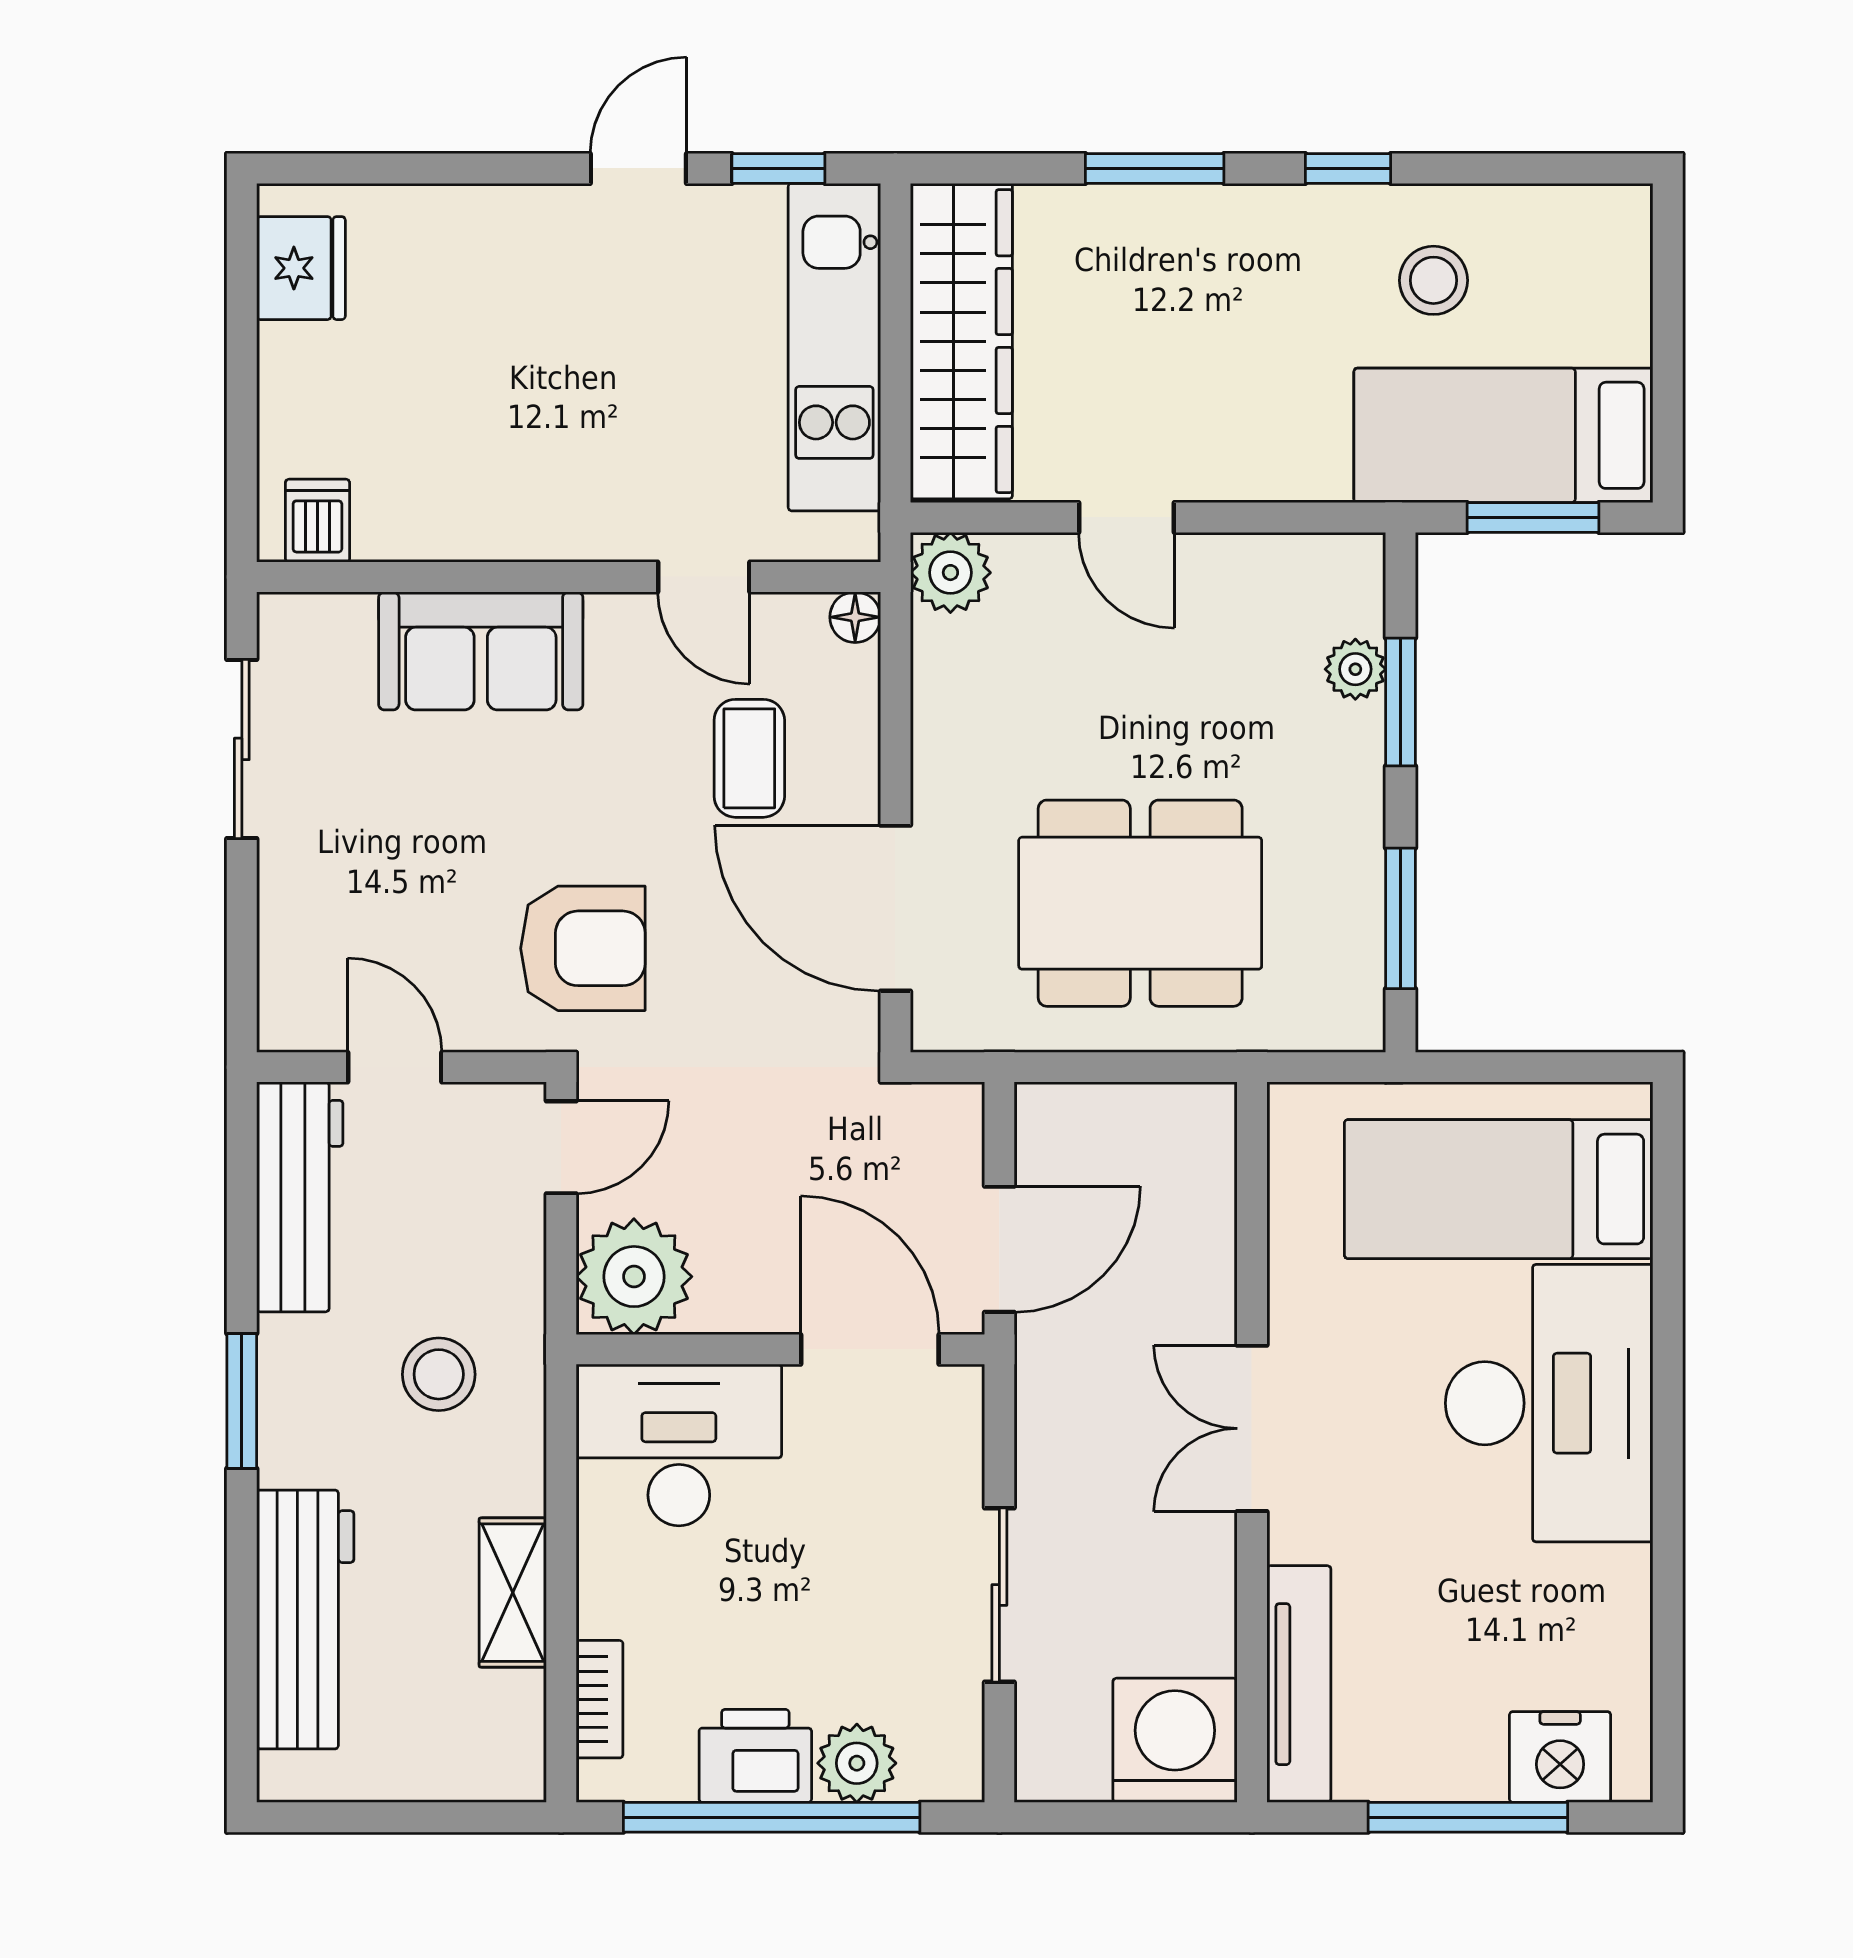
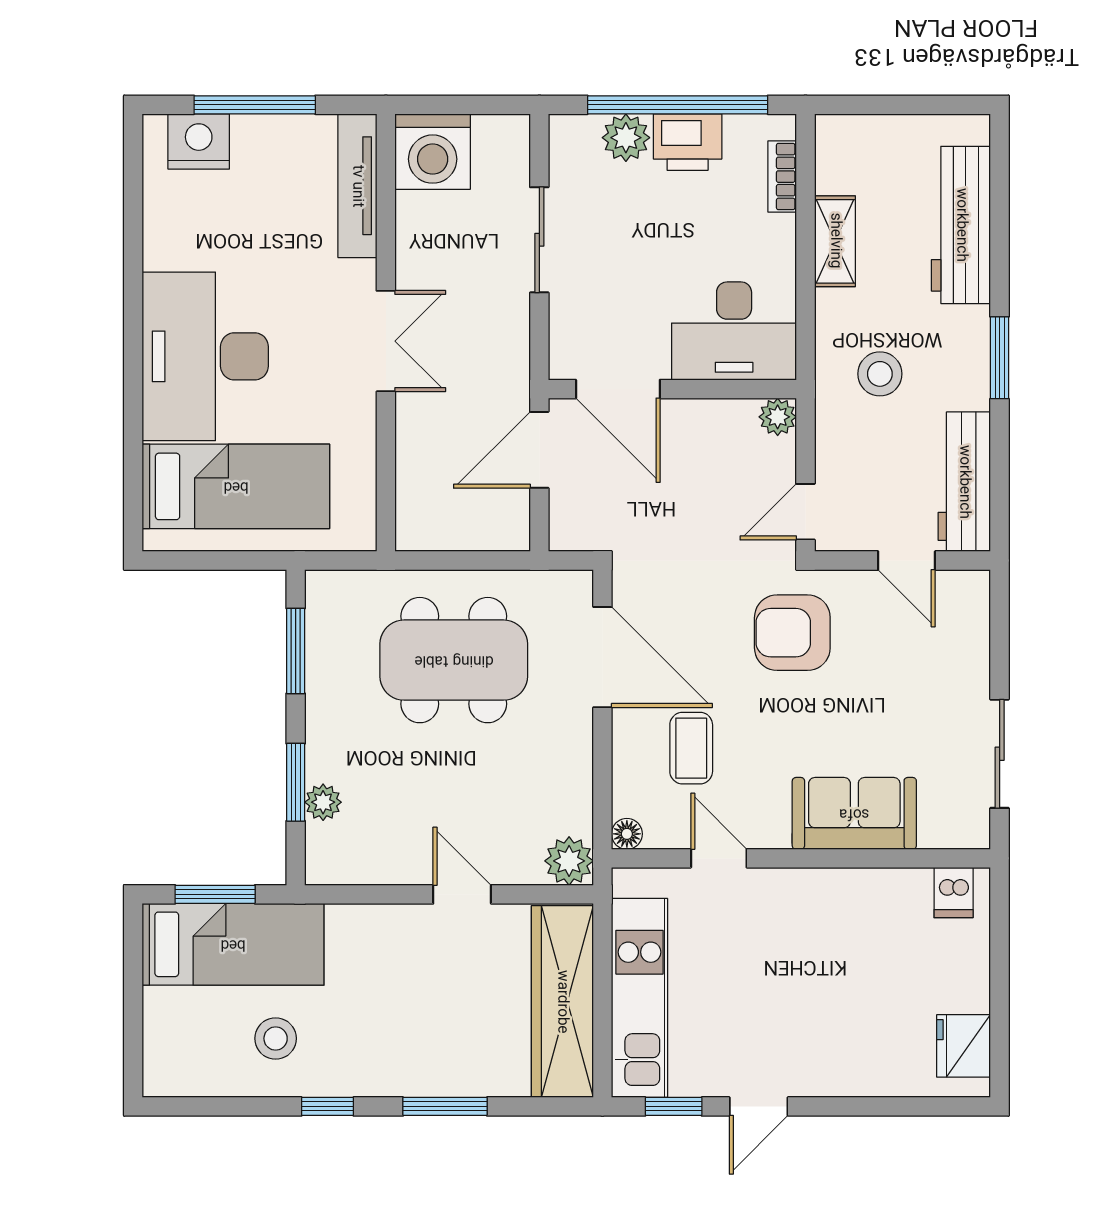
plant: (634, 1277) -> (778, 417), width x0.53, depth x0.53

